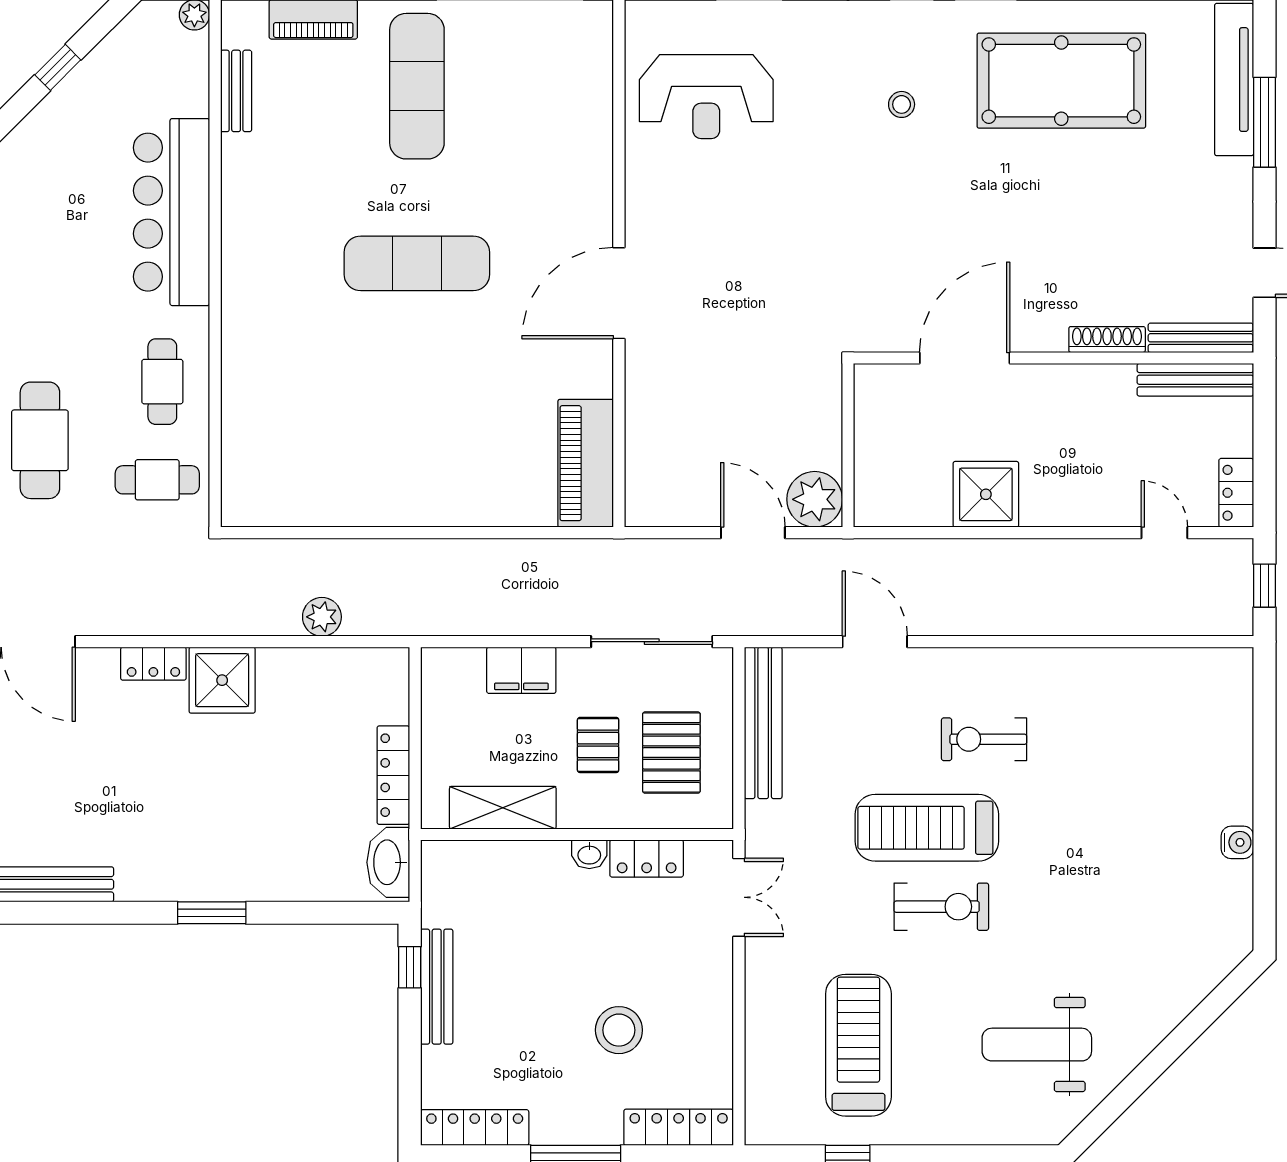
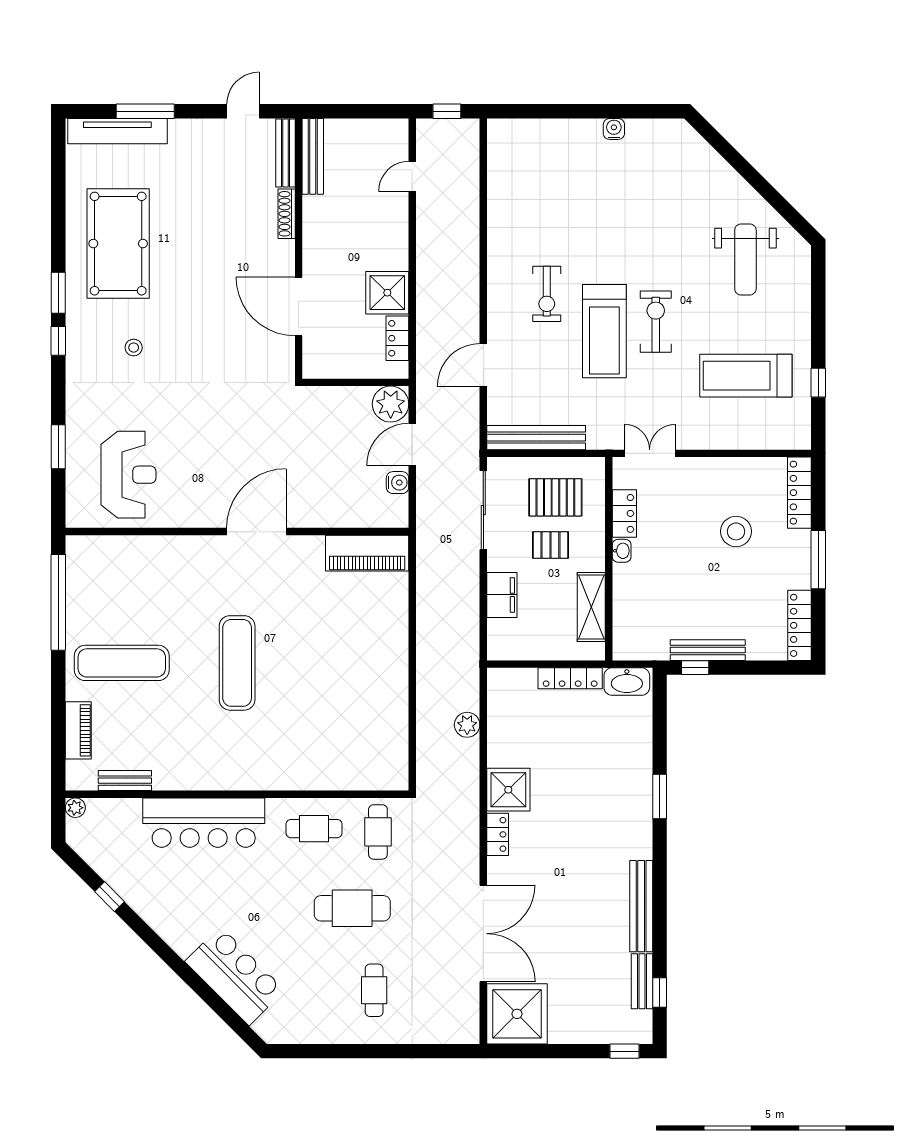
door: (619, 293) -> (256, 532), swing flipped
locker: (1236, 493) -> (397, 338), moved, turned 90
water cooler: (694, 510) -> (398, 483), added

